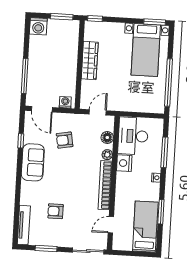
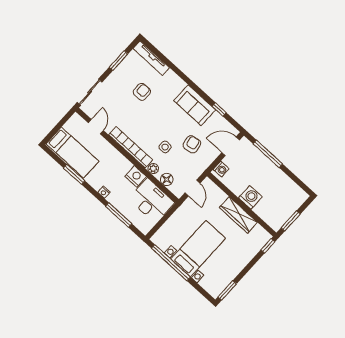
washing machine: (38, 26) -> (250, 197), moved, turned 90
bed with nightstands: (146, 50) -> (198, 249), moved, turned 90
side table: (83, 159) -> (165, 147), added

